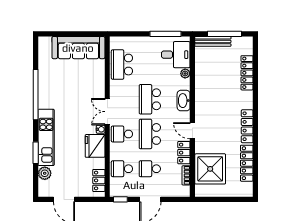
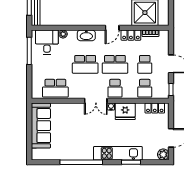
plant: (45, 173) -> (163, 155), moved

